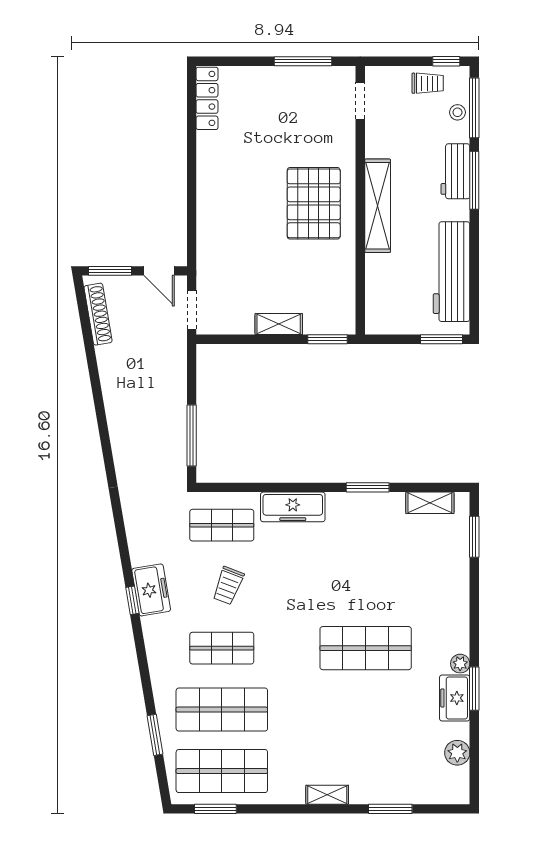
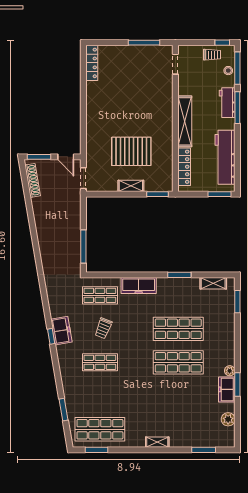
pallet: (314, 203) -> (131, 151), moved, turned 90
locker: (376, 289) -> (184, 167), added
shop shelf: (222, 710) -> (178, 329), moved
window: (390, 809) -> (204, 450), moved

